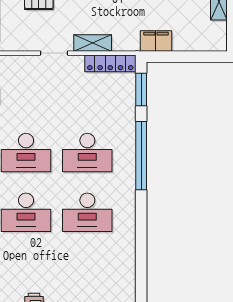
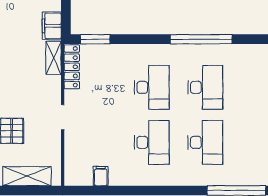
shelving: (93, 43) -> (54, 58), moved
window: (141, 156) -> (201, 39), moved

